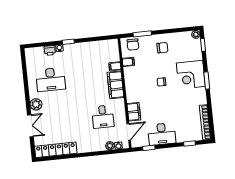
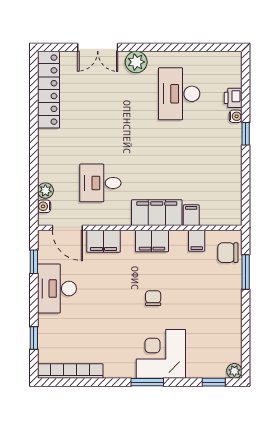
chair: (162, 48) -> (216, 307), removed
filing cabinet: (131, 86) -> (152, 241), added

